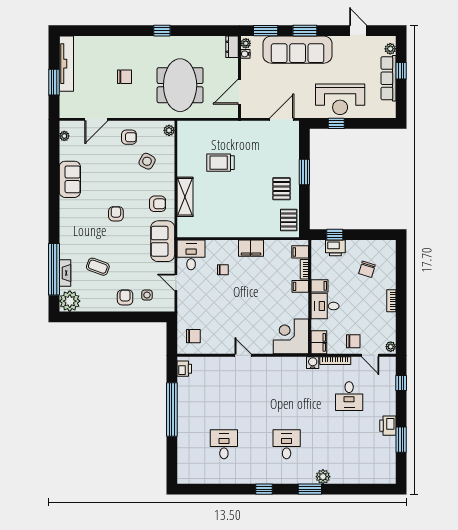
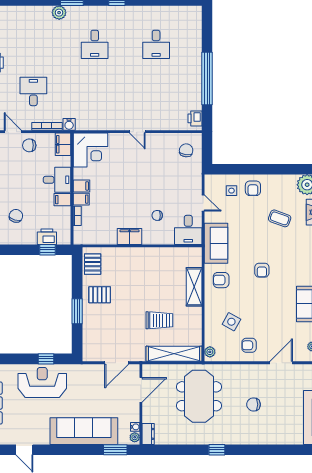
window: (305, 31) -> (77, 450), removed
door: (282, 119) -> (117, 363), moved
shelving: (206, 128) -> (174, 354), added
pallet: (282, 189) -> (100, 295), turned 90
filing cabinet: (300, 252) -> (81, 186), moved
chair: (193, 336) -> (186, 150), turned 97

